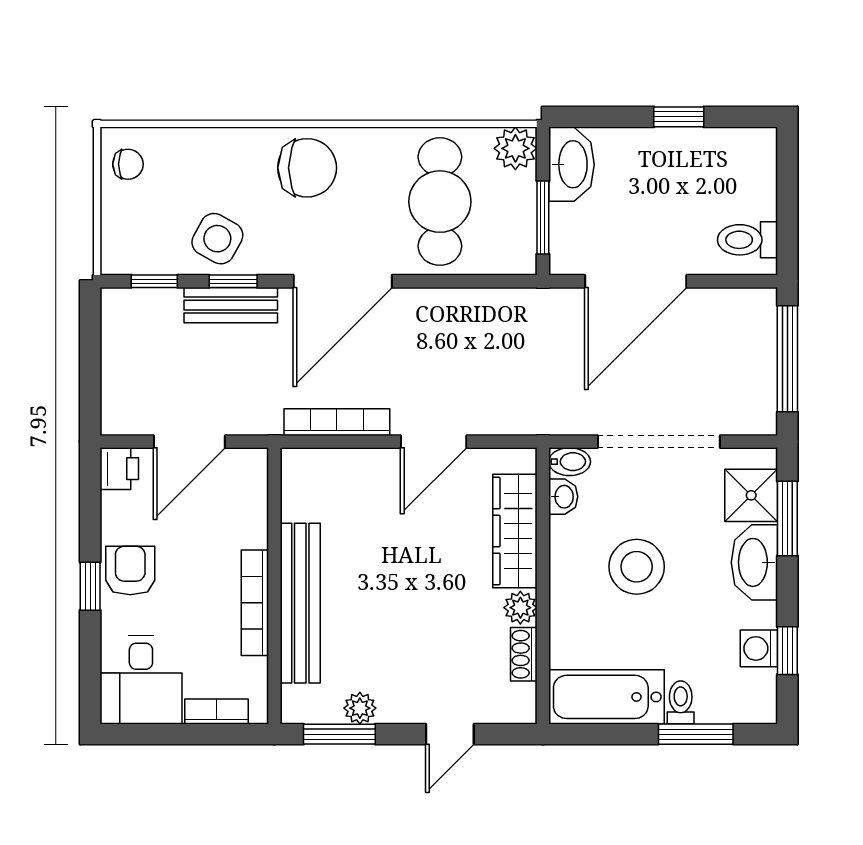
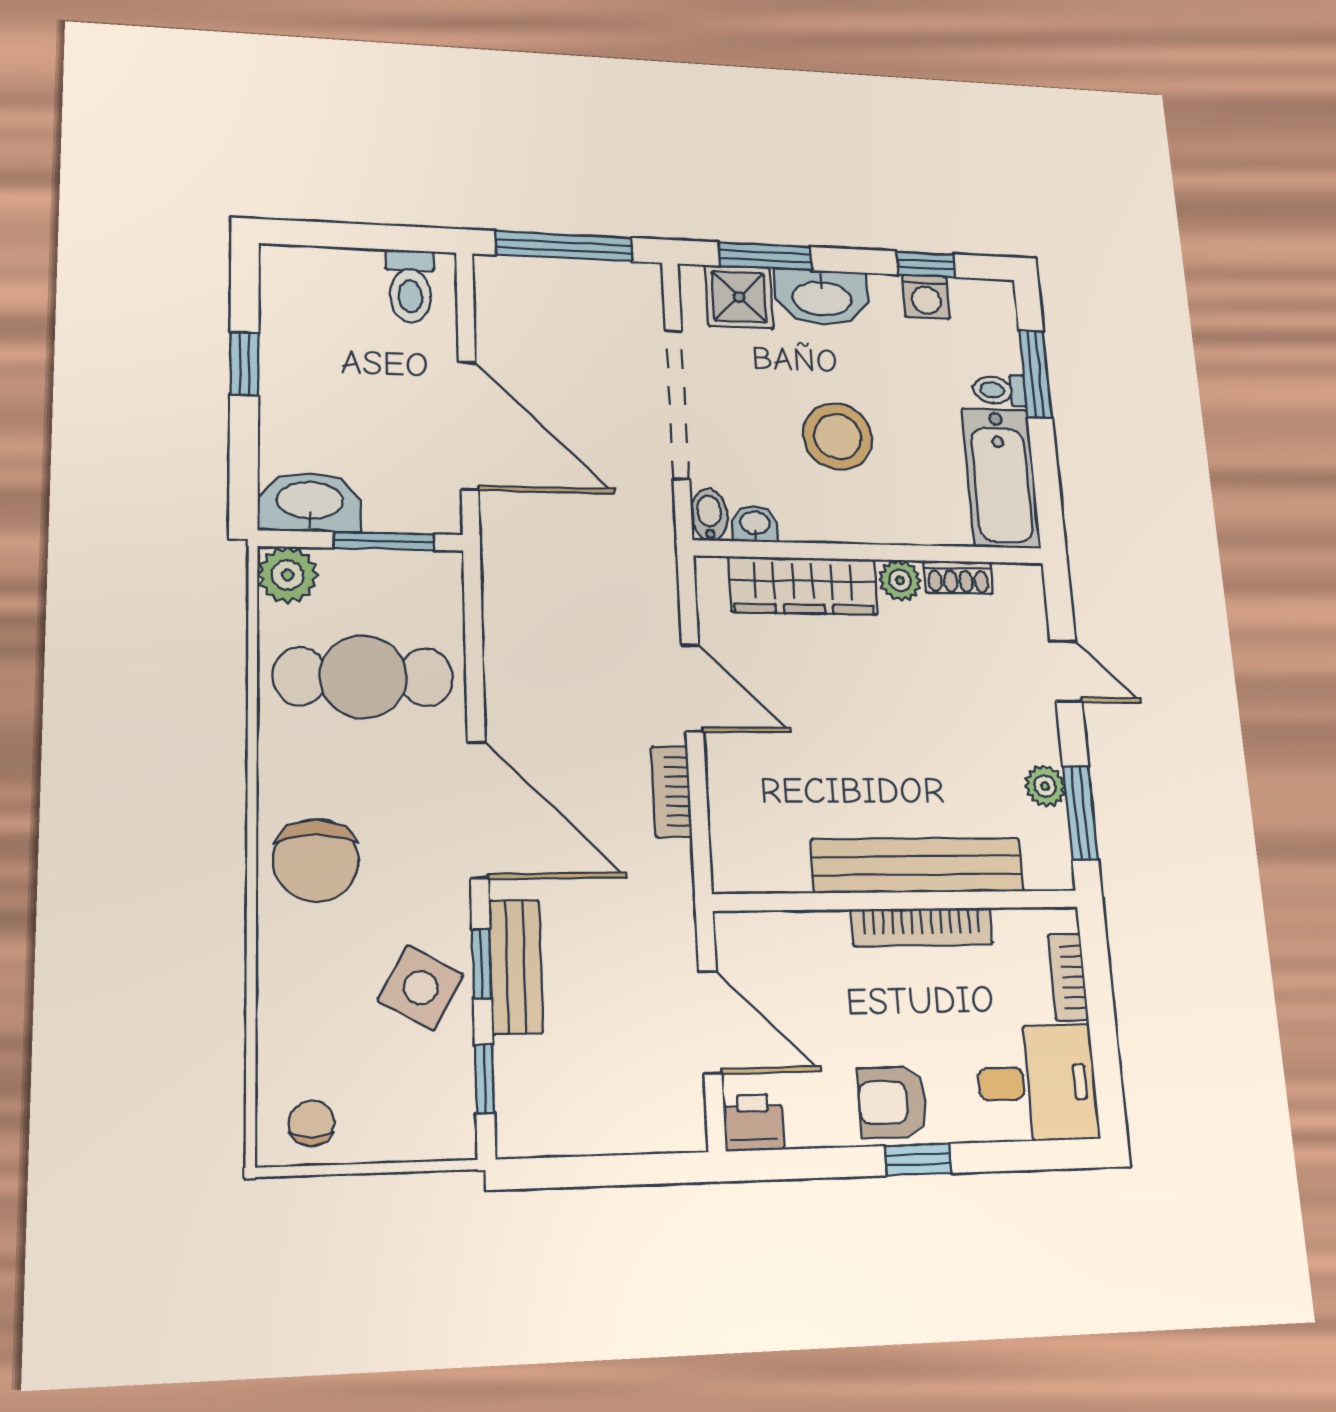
chair: (307, 168) -> (316, 860), turned 180
bookcase: (337, 422) -> (672, 792), width x0.64

